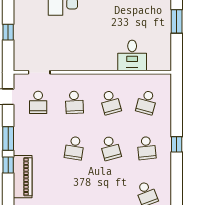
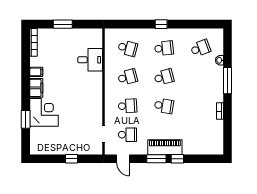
piano: (23, 177) -> (165, 147), moved

